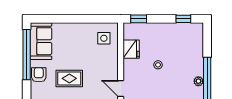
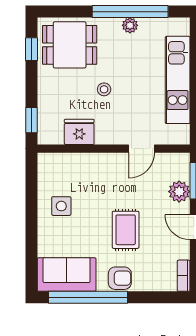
side table: (104, 38) -> (61, 206), moved
dining table: (186, 43) -> (70, 45), added
armchair: (39, 75) -> (120, 278), turned 180

